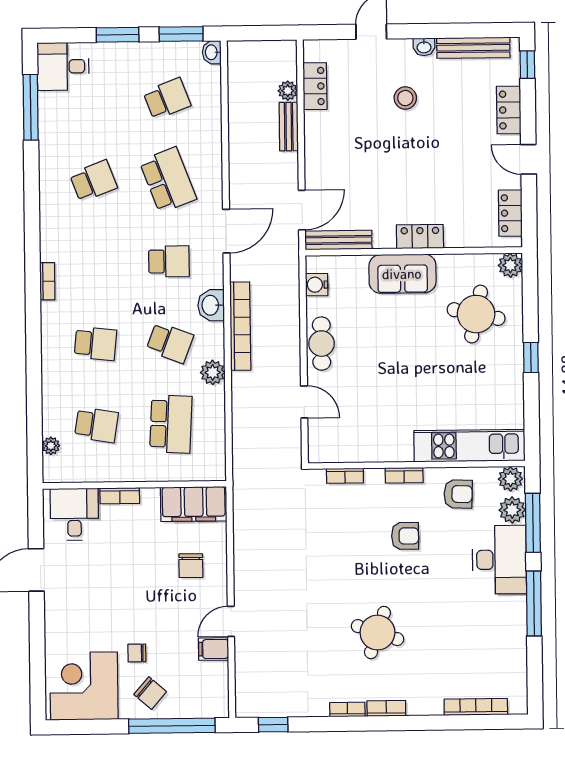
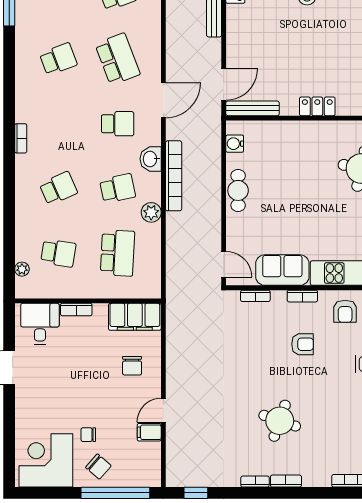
sofa: (402, 274) -> (282, 270), moved, turned 180
school desk: (170, 343) -> (118, 188), turned -33
school desk: (95, 344) -> (58, 188), turned -30
door: (304, 402) -> (224, 264), moved
armchair: (458, 494) -> (345, 311), turned 88

